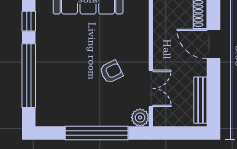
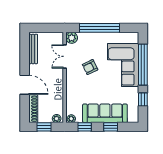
corner sofa: (60, 75) -> (123, 65), added

